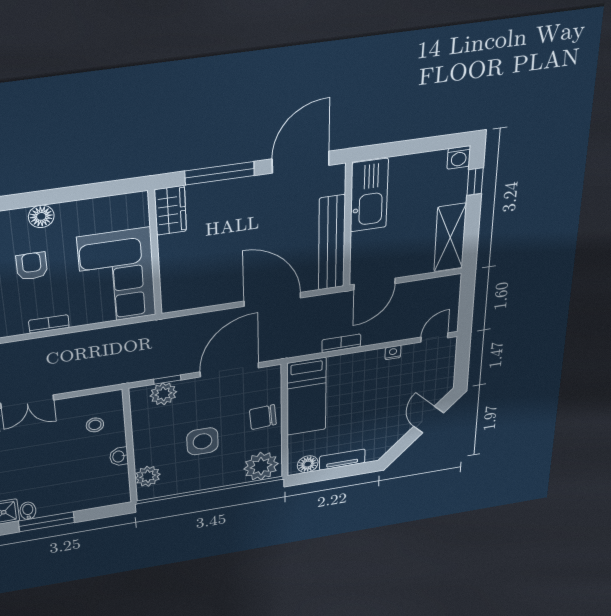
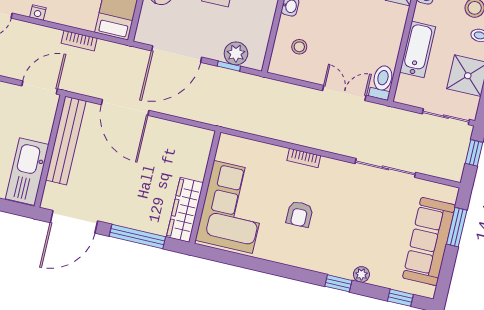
wardrobe: (170, 210) -> (185, 210), width x1.50
floor lamp: (41, 216) -> (279, 253), removed
corner sofa: (117, 277) -> (233, 207), moved

